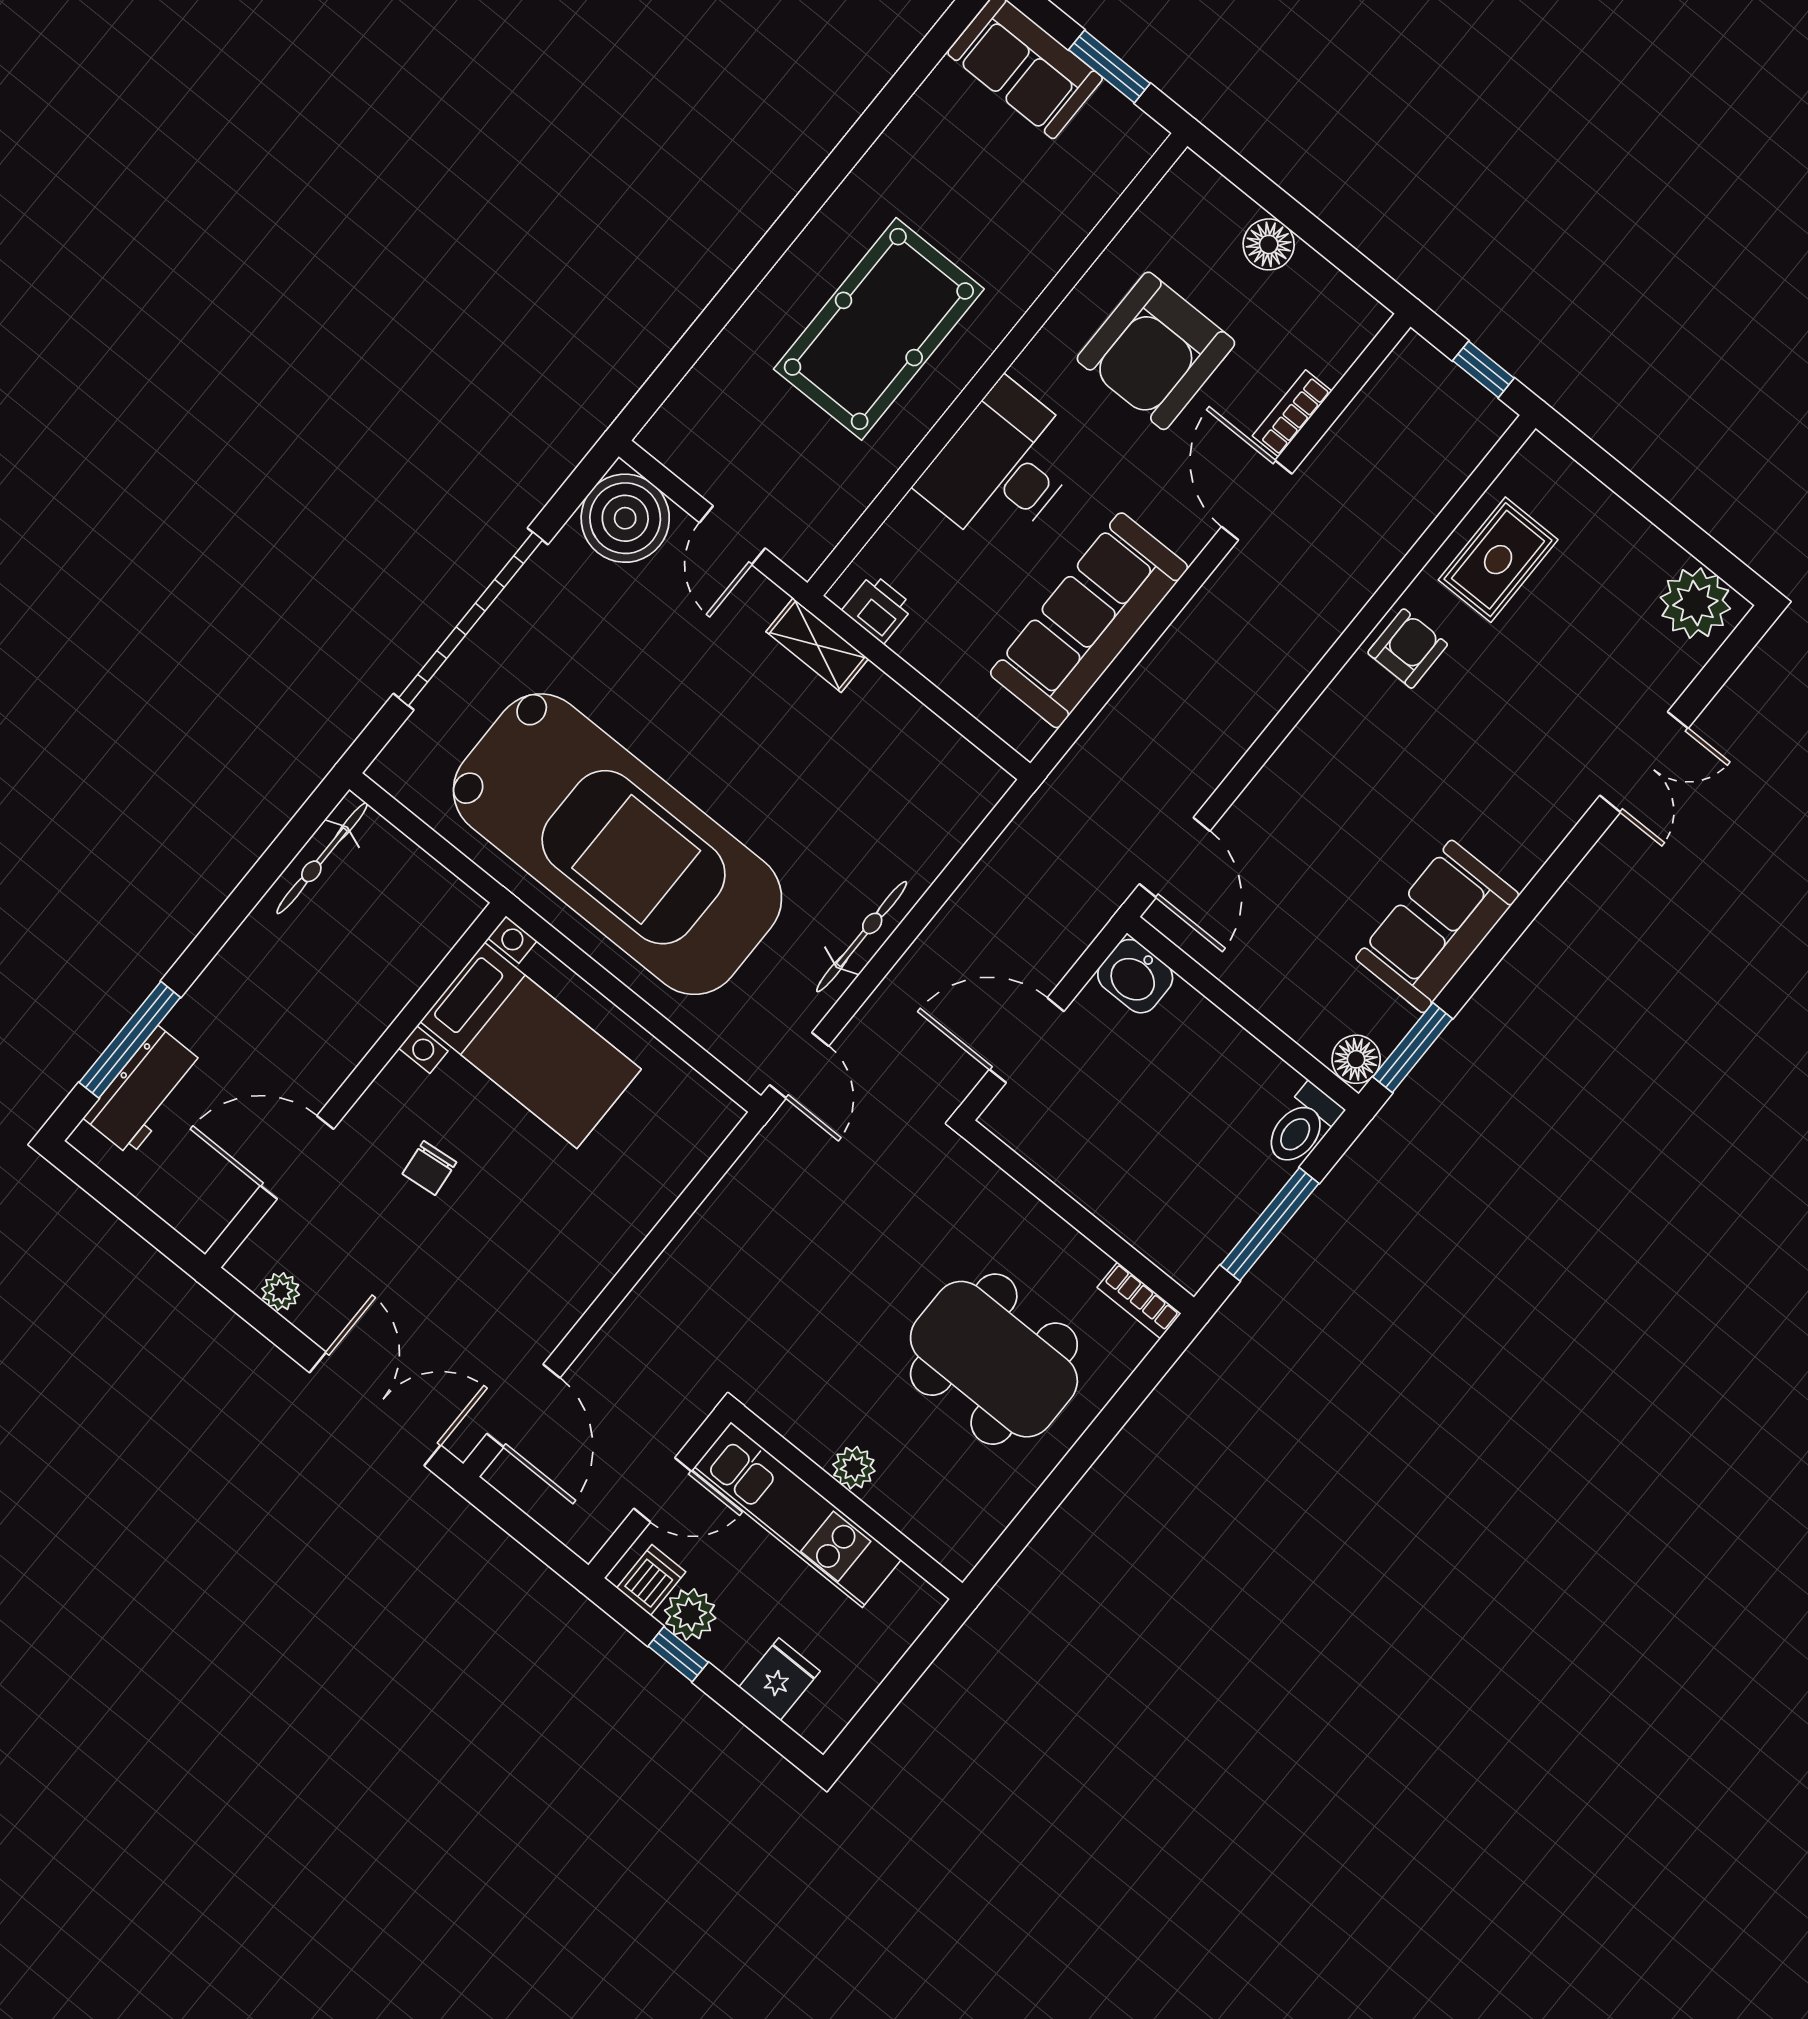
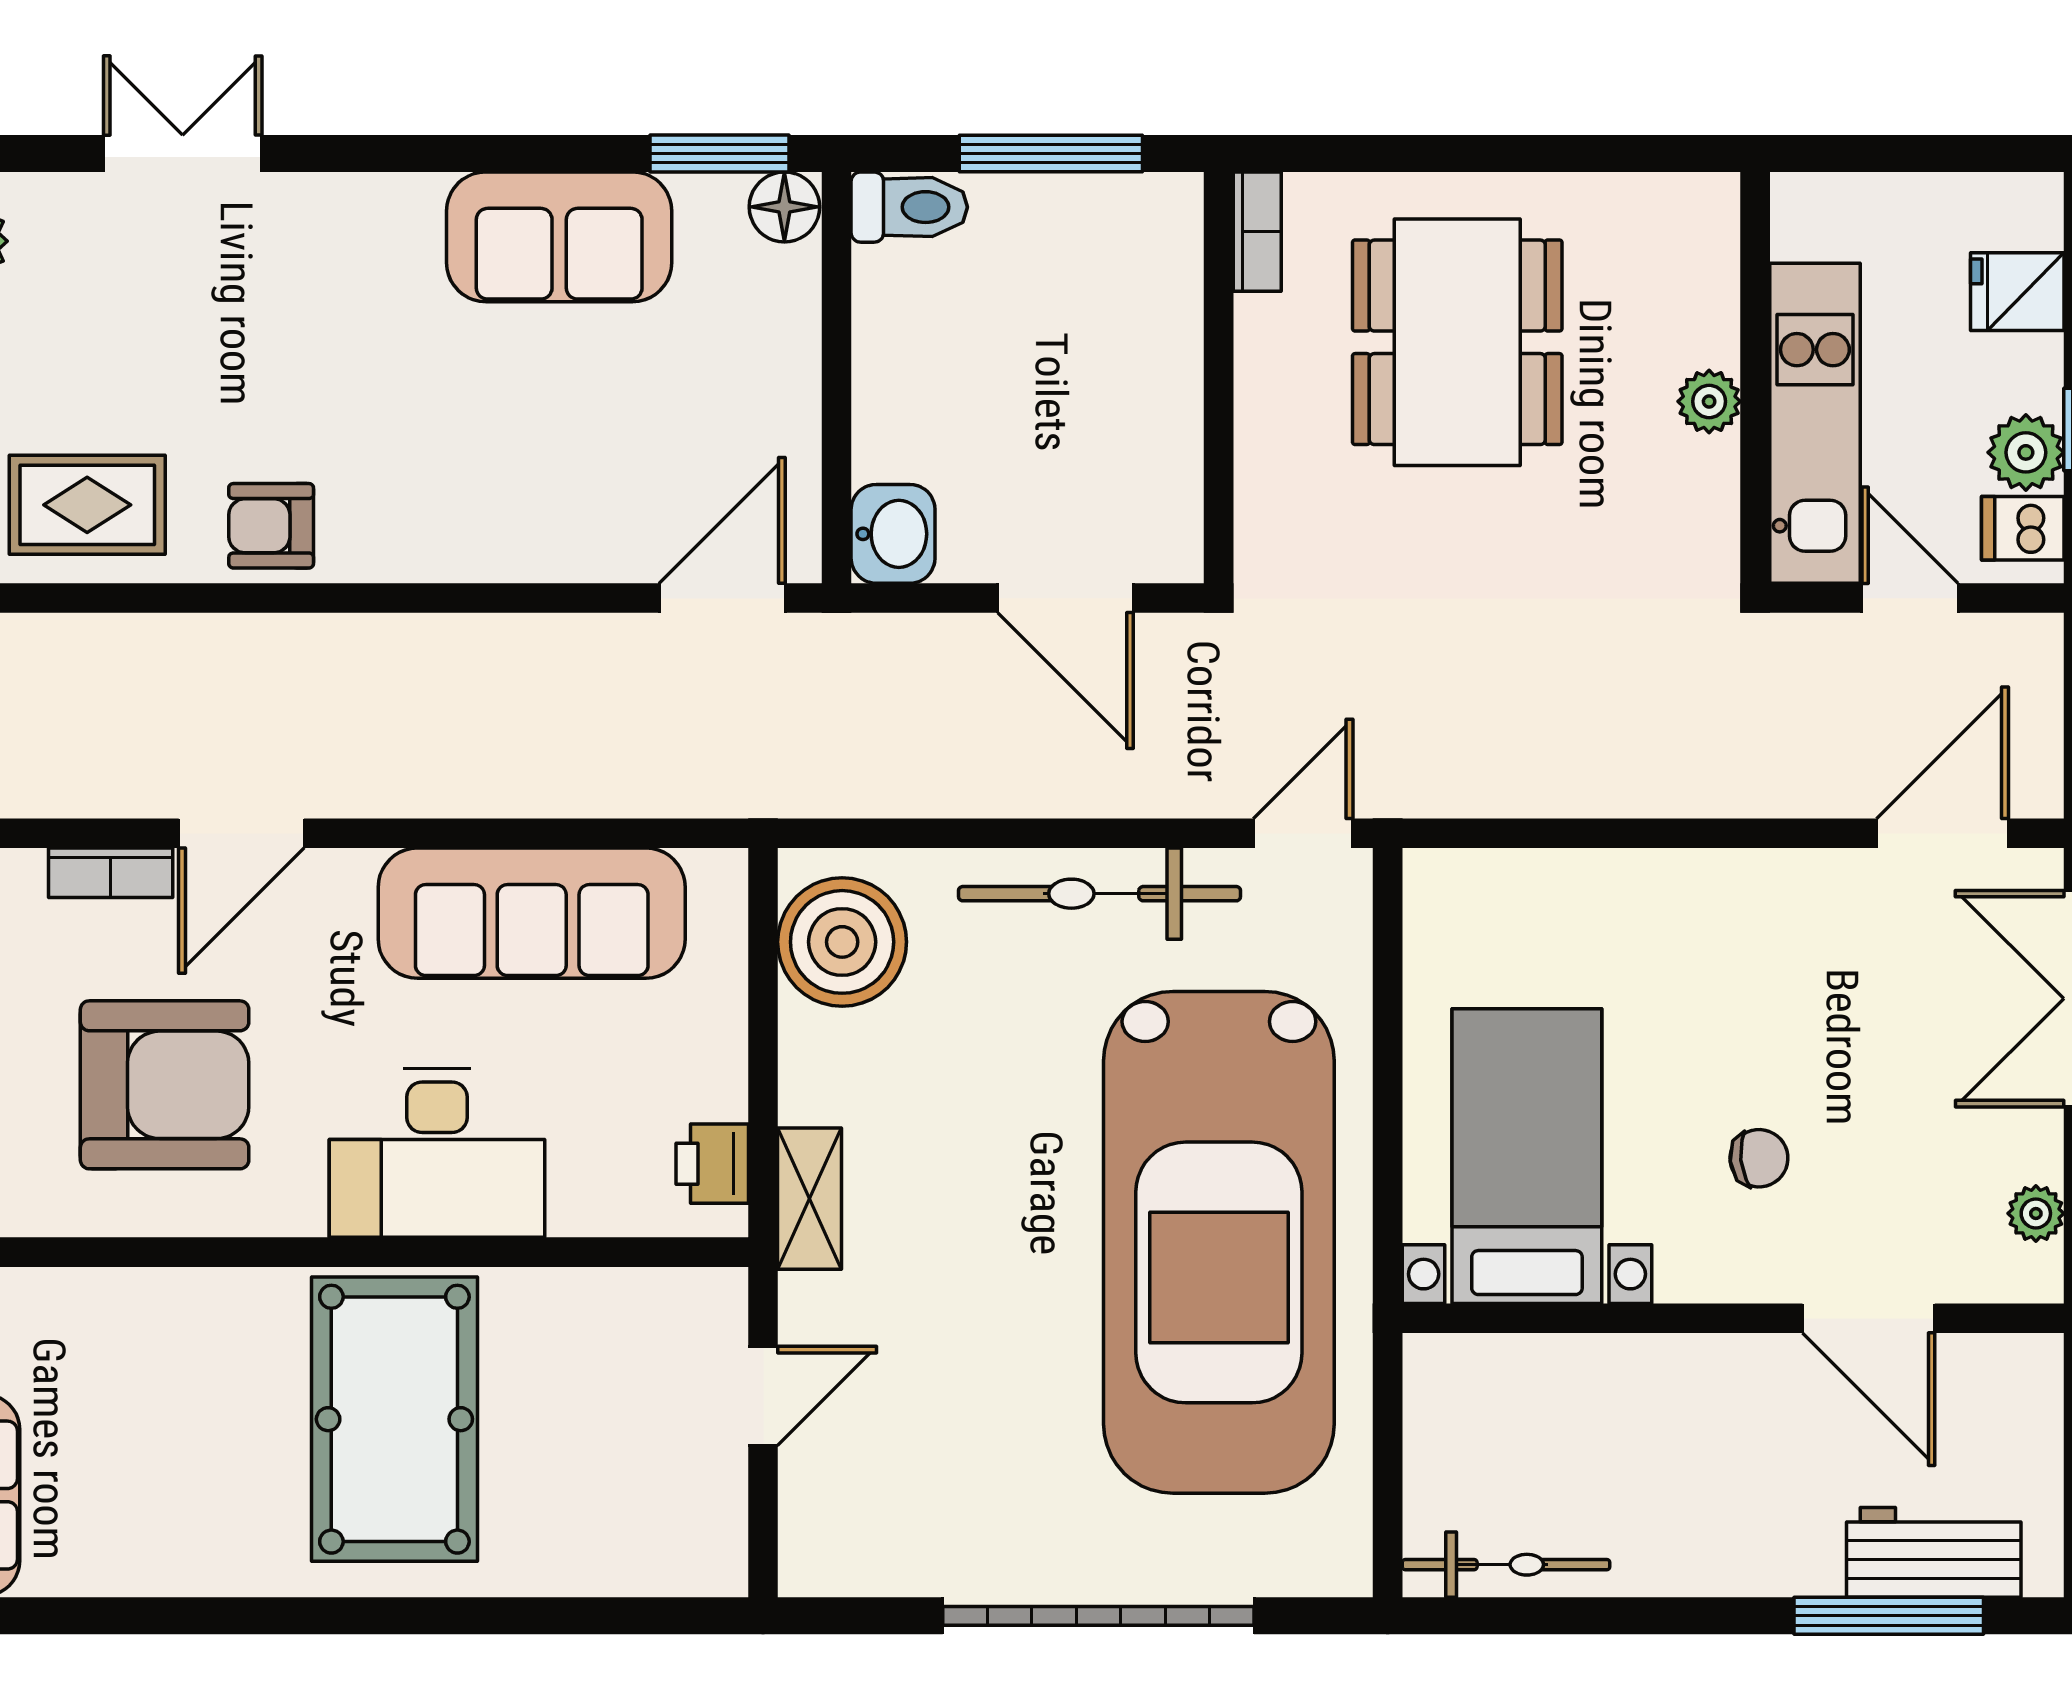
pool table: (879, 329) -> (394, 1419), turned 90
boiler: (625, 518) -> (842, 942), moved
car: (618, 844) -> (1219, 1242), turned 180
bicycle: (862, 937) -> (1100, 894), width x1.37, depth x1.40

